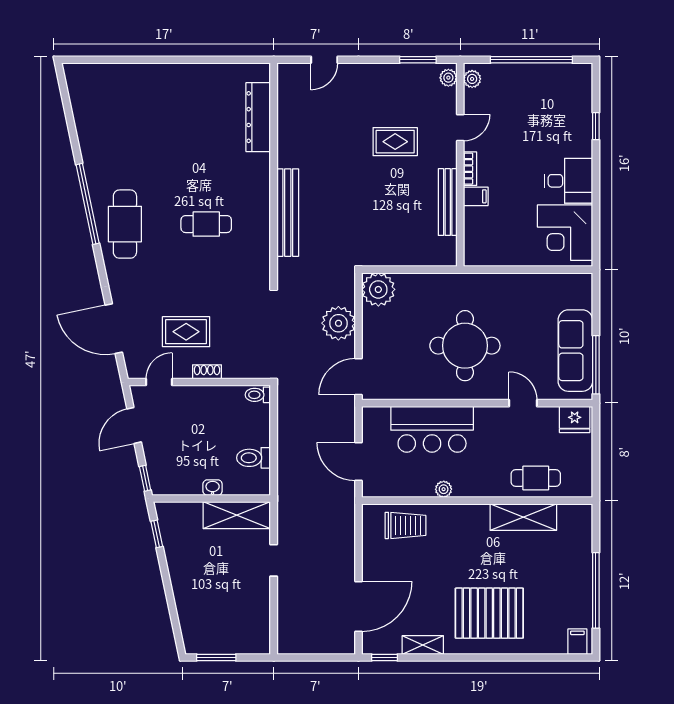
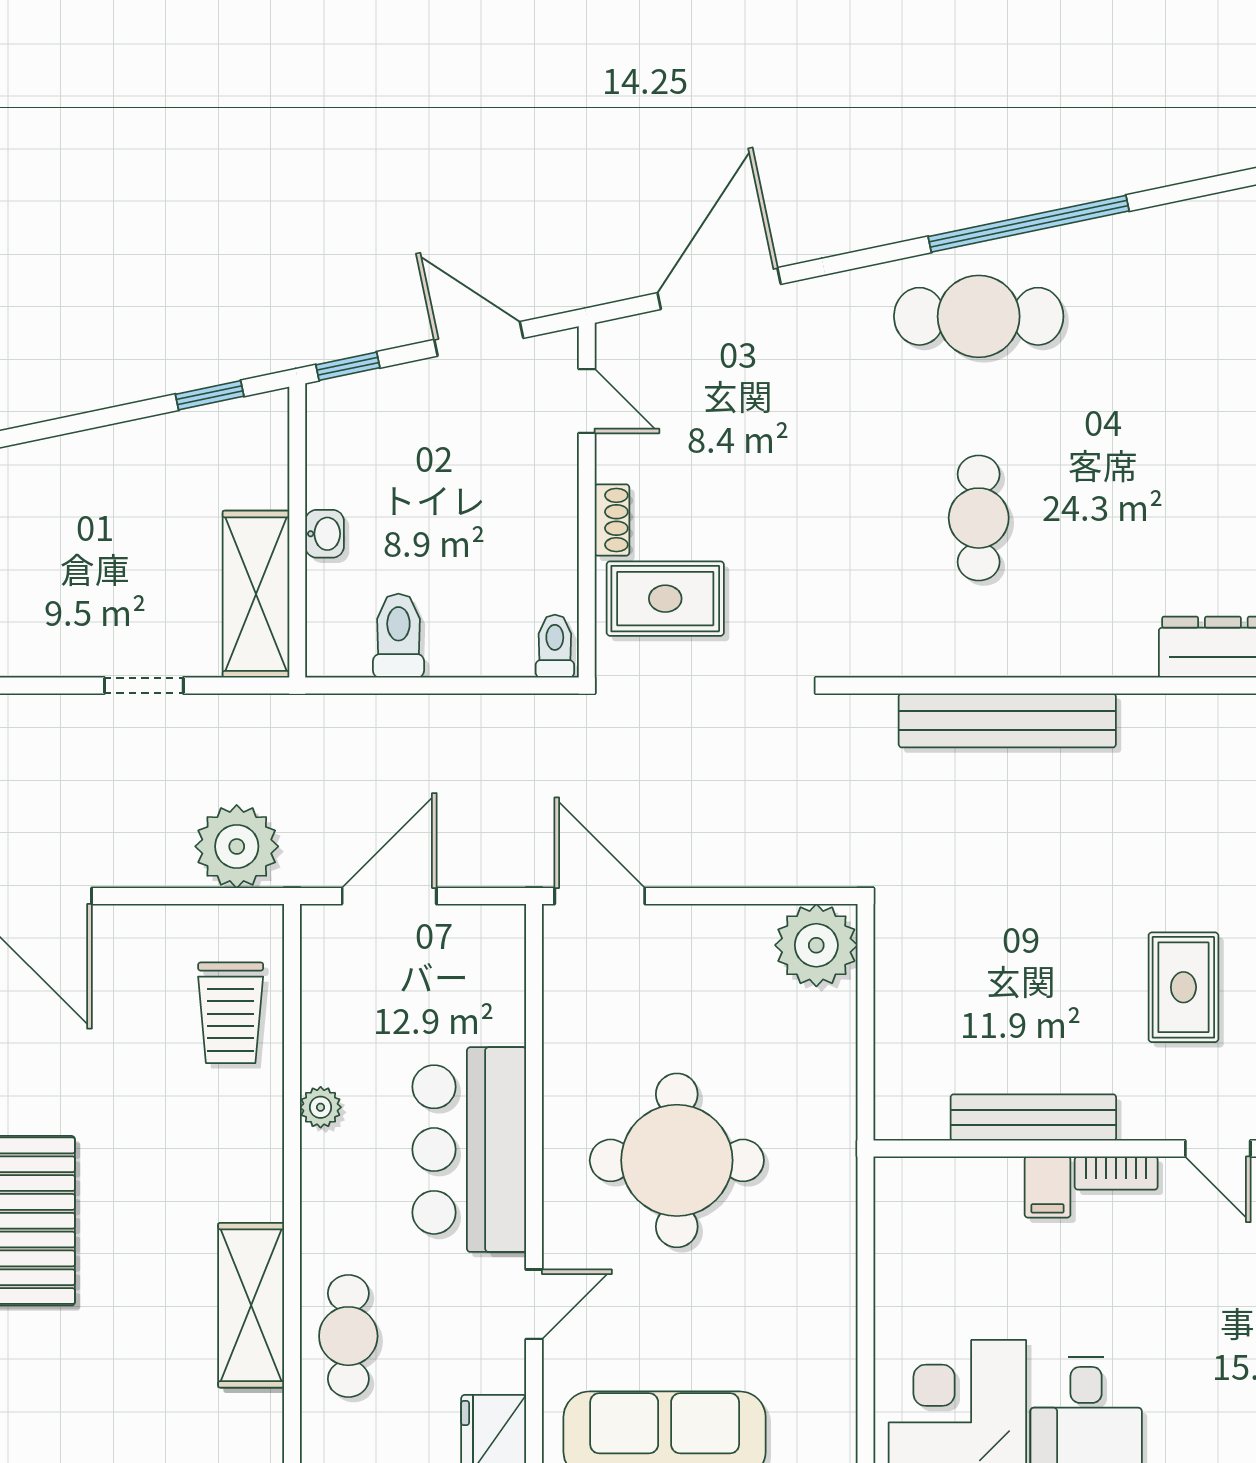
plant: (338, 323) -> (237, 846), moved
rug: (186, 332) -> (665, 599), moved, turned 90
bar counter: (432, 429) -> (469, 1150), moved

